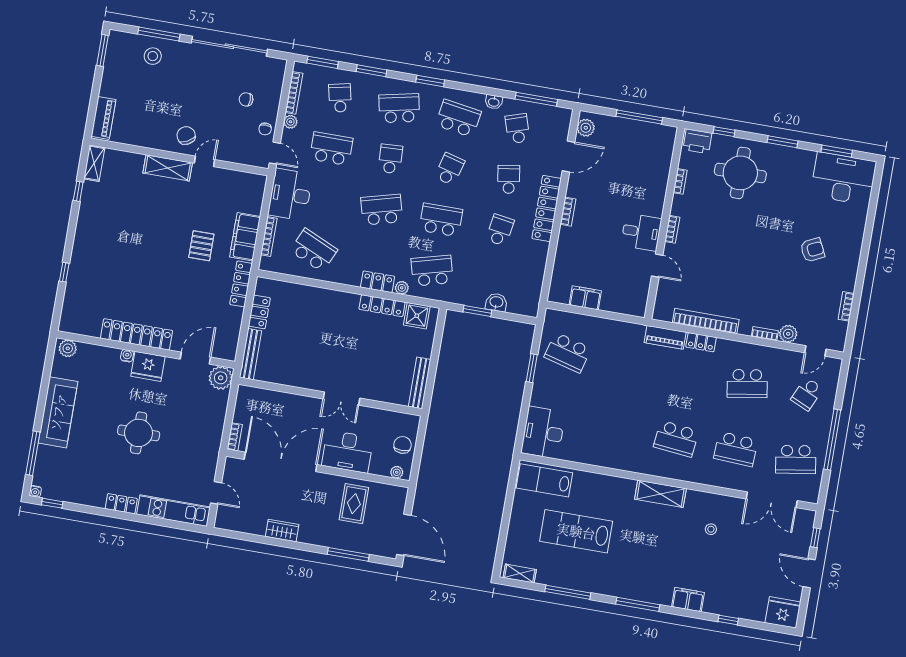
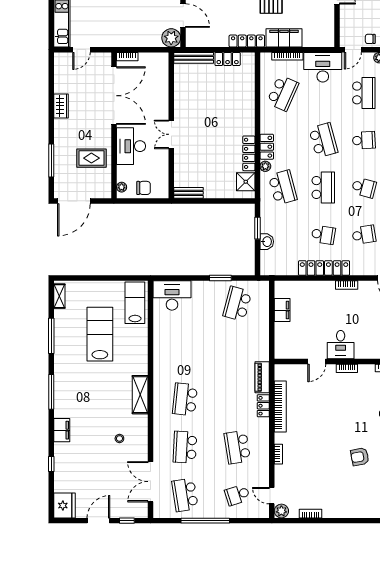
locker: (547, 208) -> (324, 268), moved
armchair: (812, 250) -> (360, 457), moved, turned 105
plant: (788, 334) -> (281, 511), moved
bench: (420, 383) -> (189, 193), width x0.73
school desk: (807, 394) -> (237, 495), turned -42

